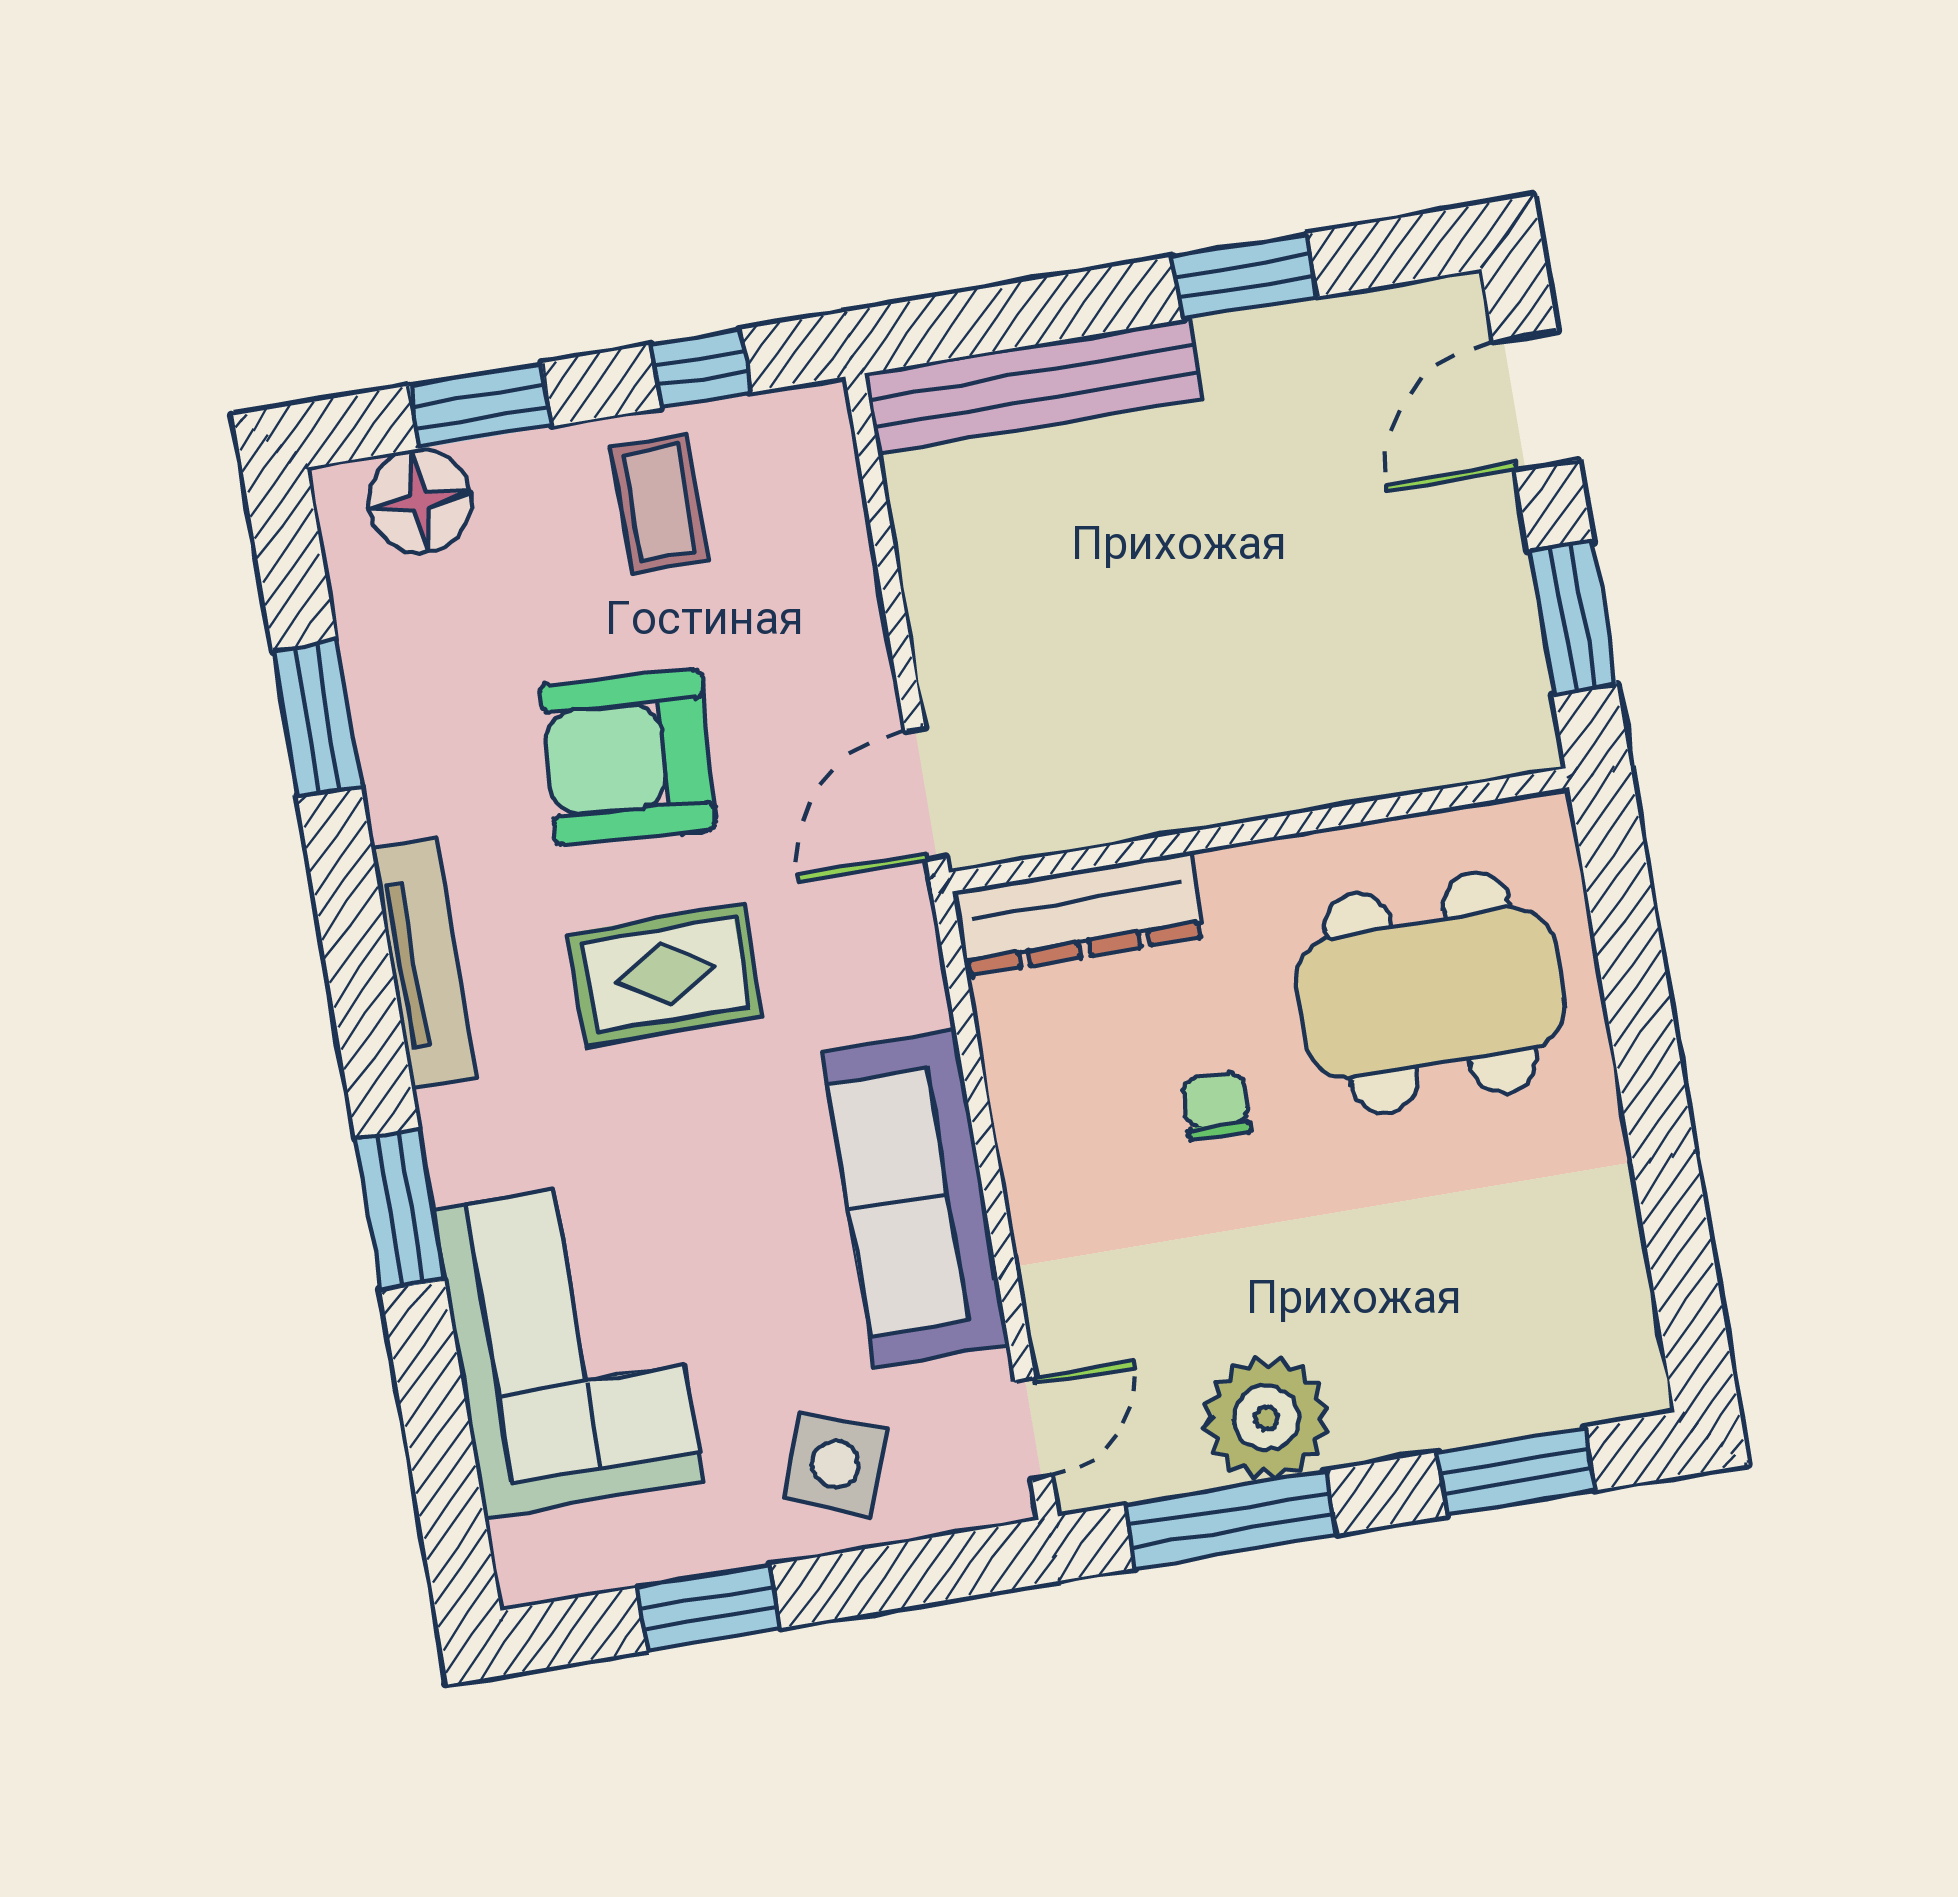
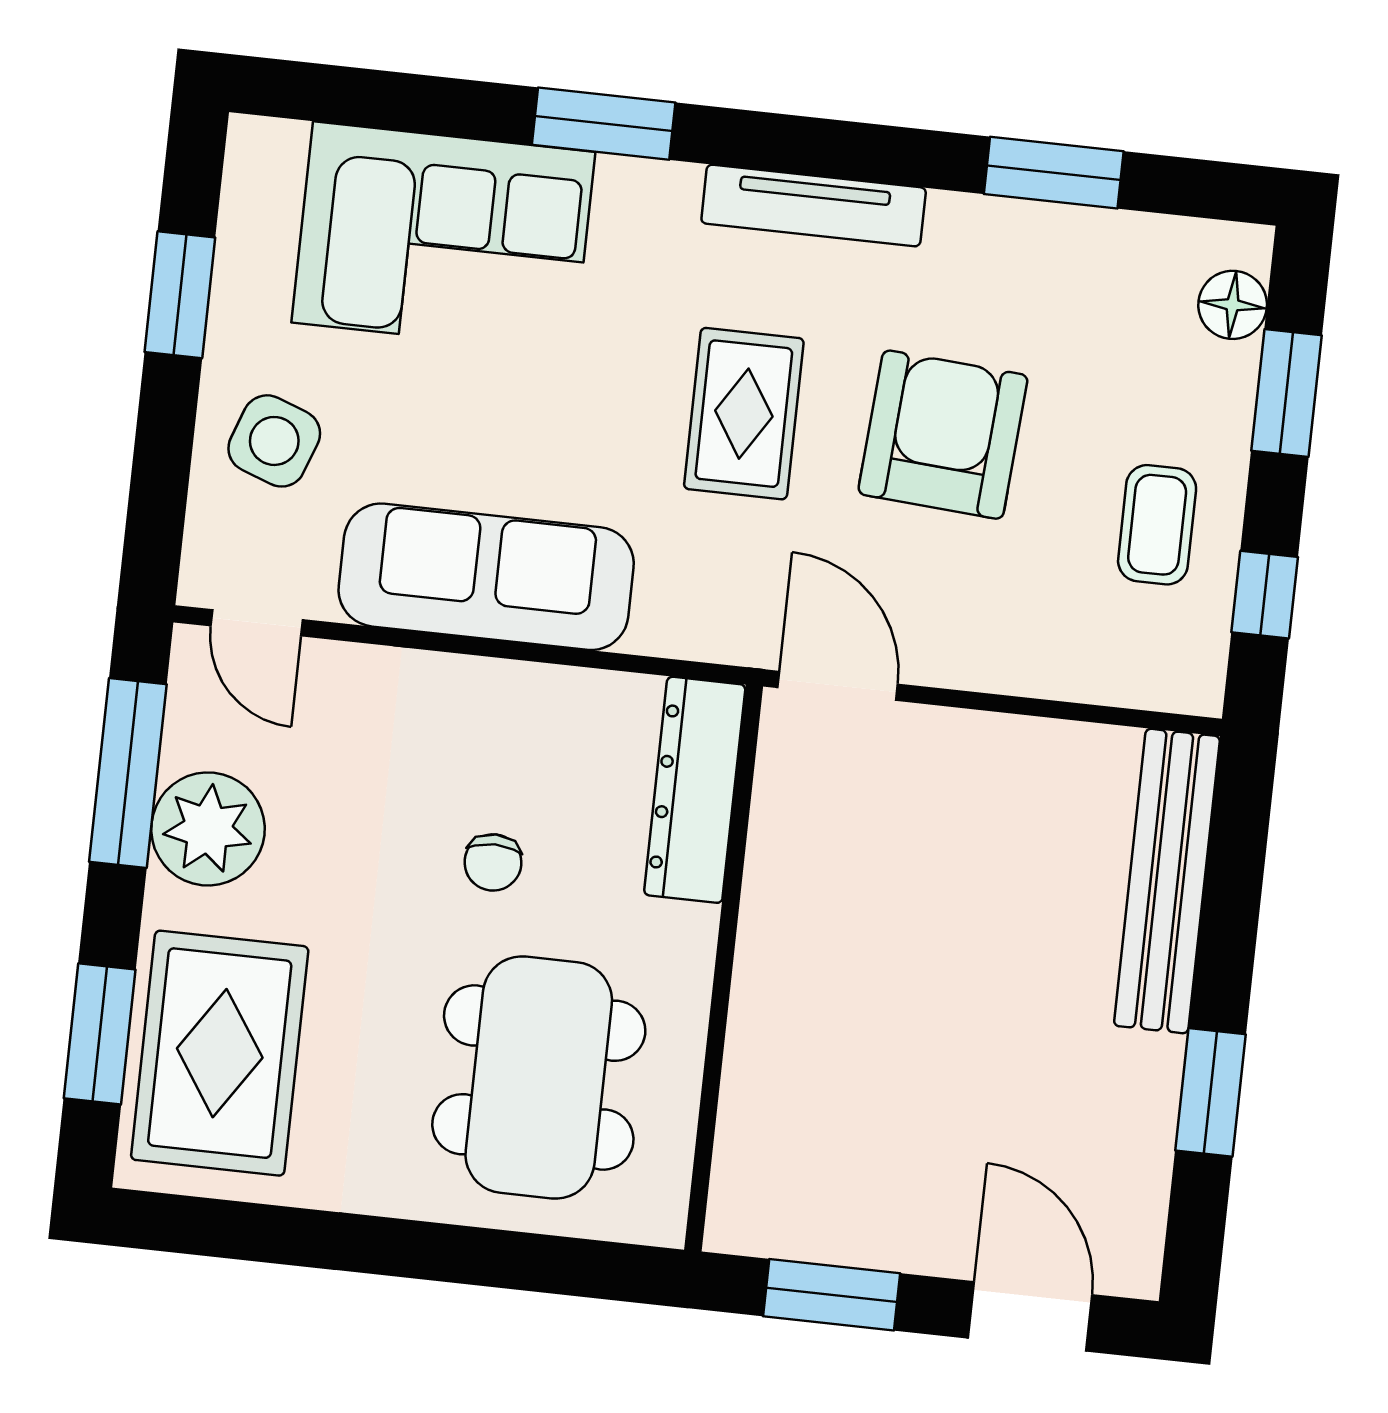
floor lamp: (420, 501) -> (1233, 305), width x0.73, depth x0.73
coffee table: (659, 503) -> (1157, 525), turned 90
chair: (1216, 1106) -> (493, 862), turned 88
rug: (1500, 1338) -> (220, 1053), added

